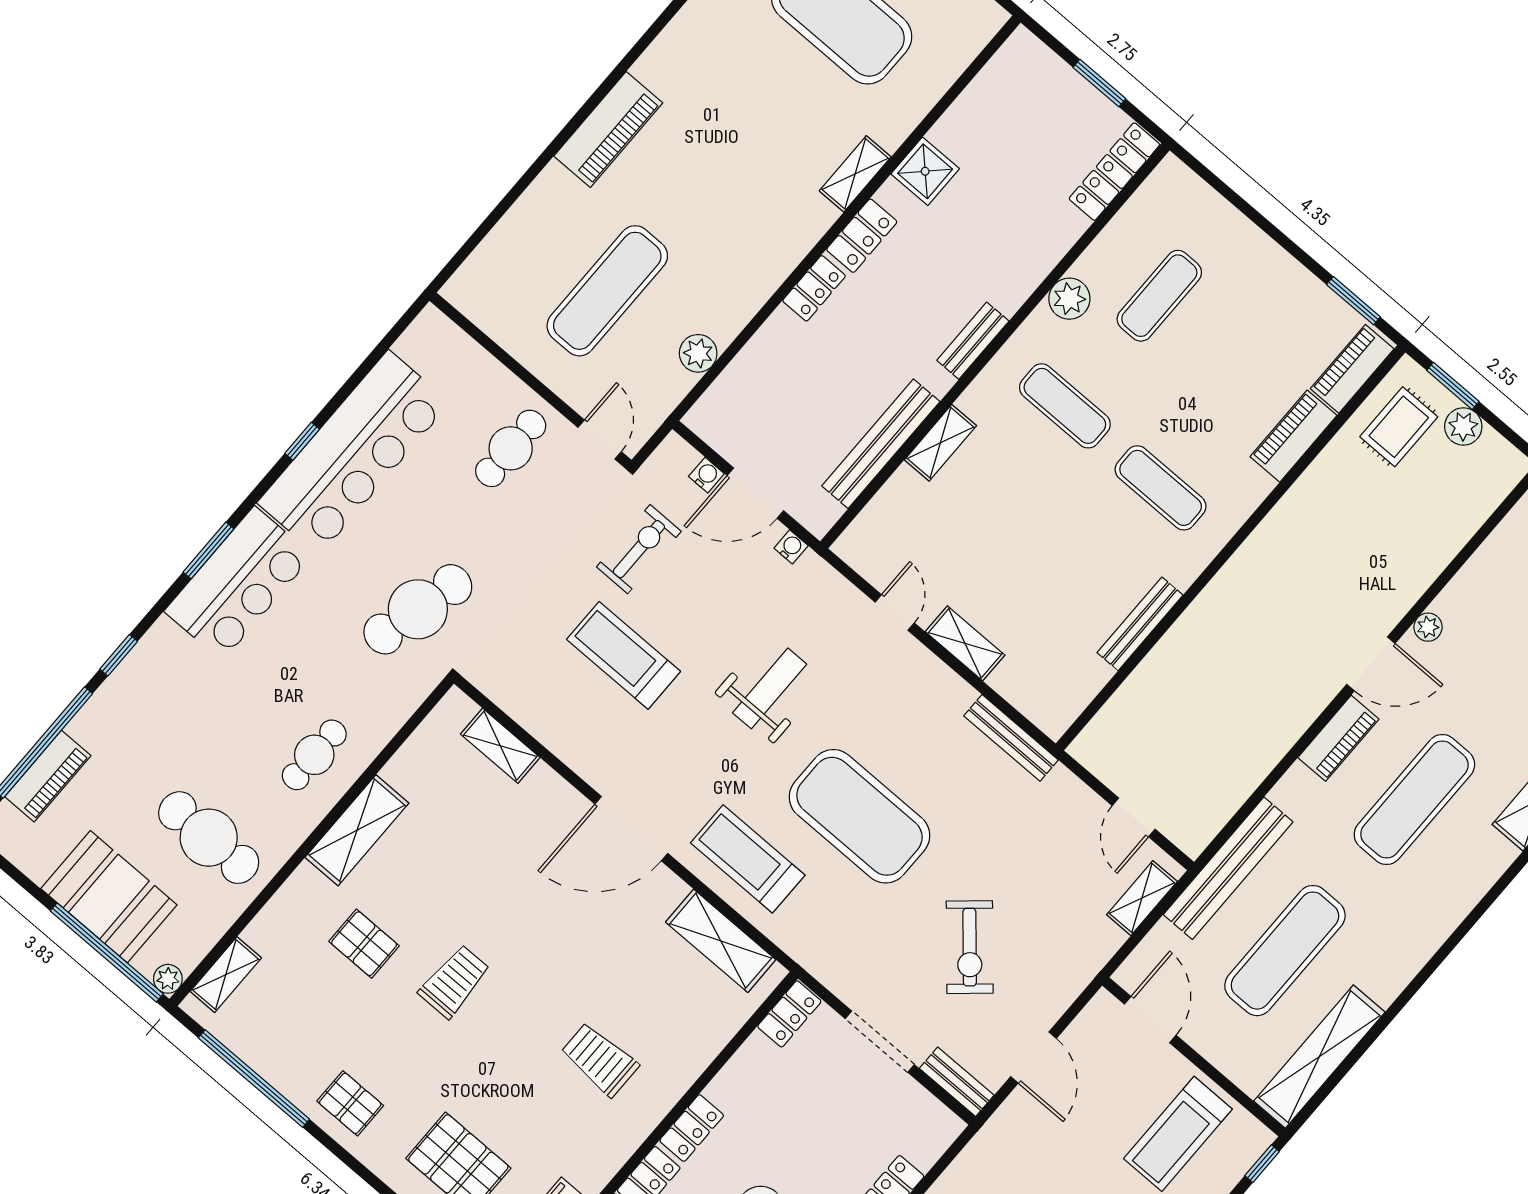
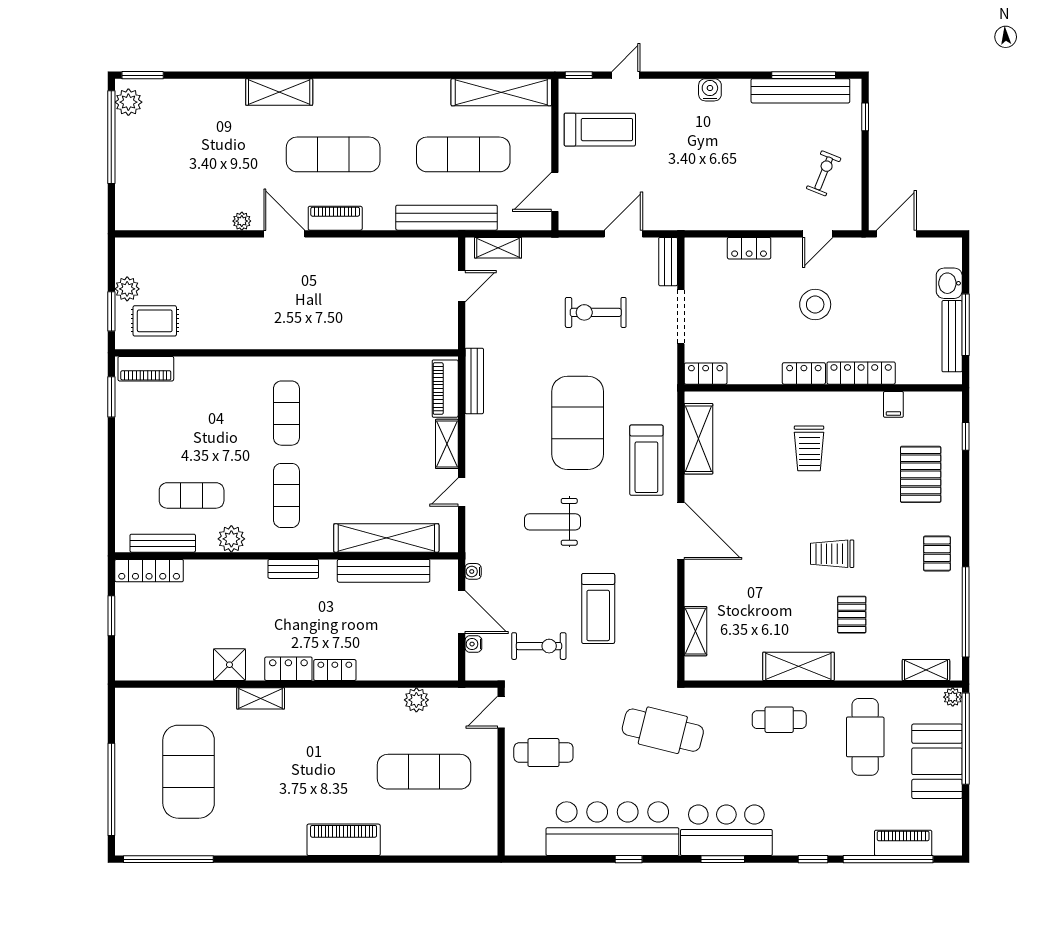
piano: (1293, 436) -> (445, 389), moved, turned 90
shelving: (940, 443) -> (386, 538), width x2.20, depth x1.33
exercise bike: (639, 549) -> (539, 646), turned 180
bench: (1140, 624) -> (163, 543), moved
exercise bike: (970, 947) -> (596, 312), turned -139

